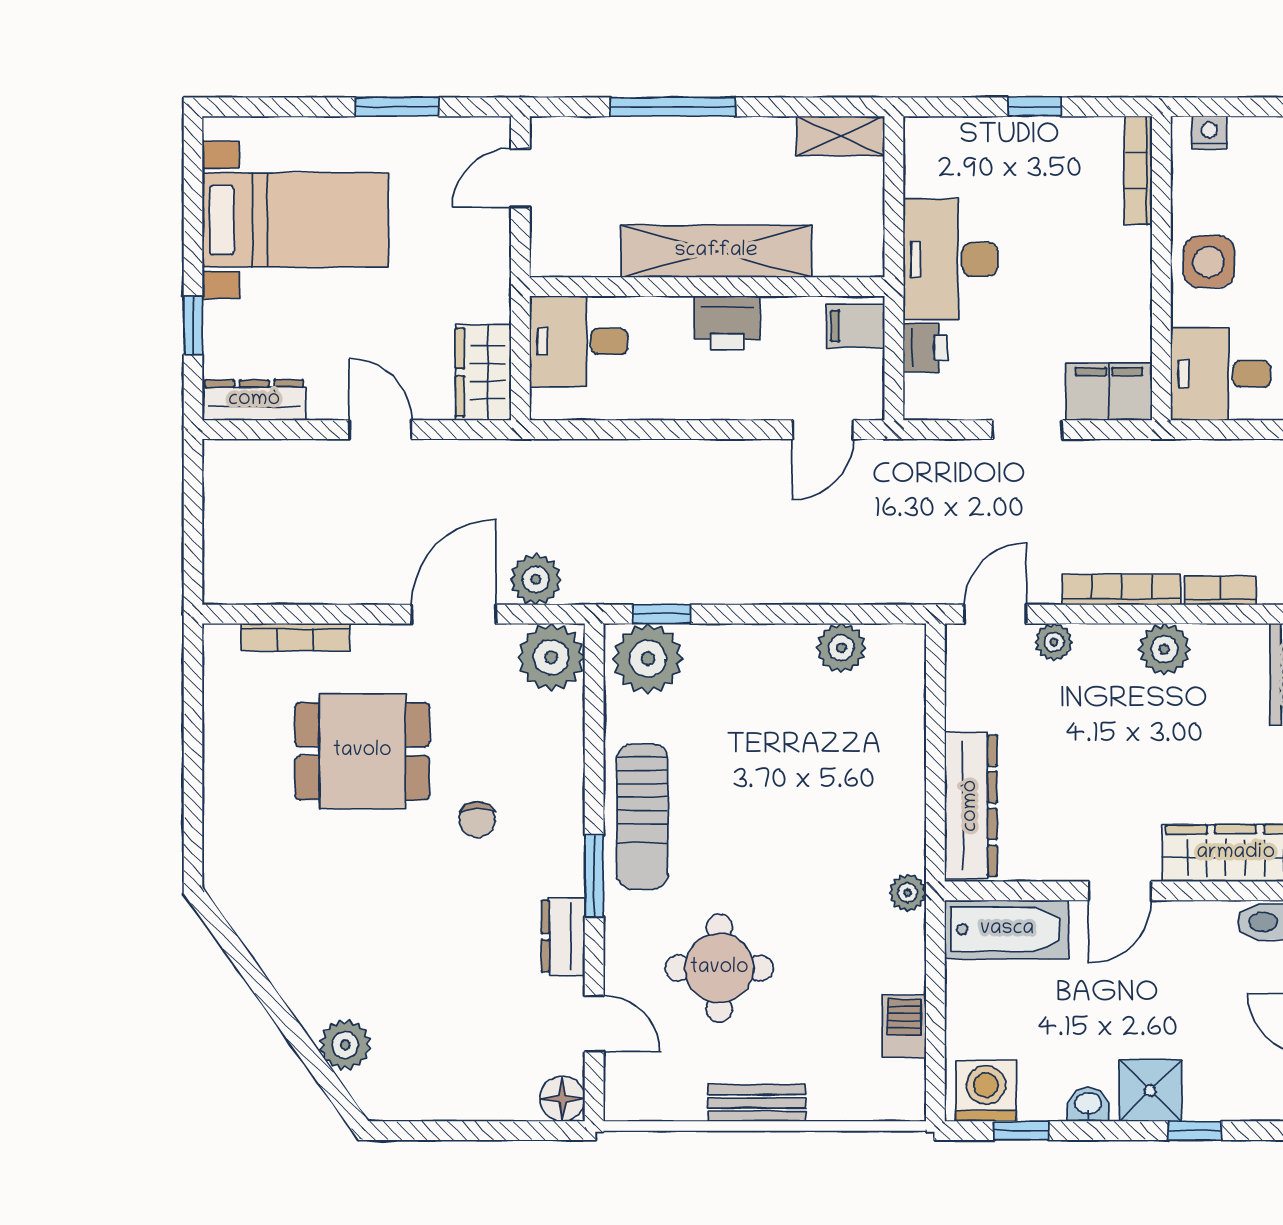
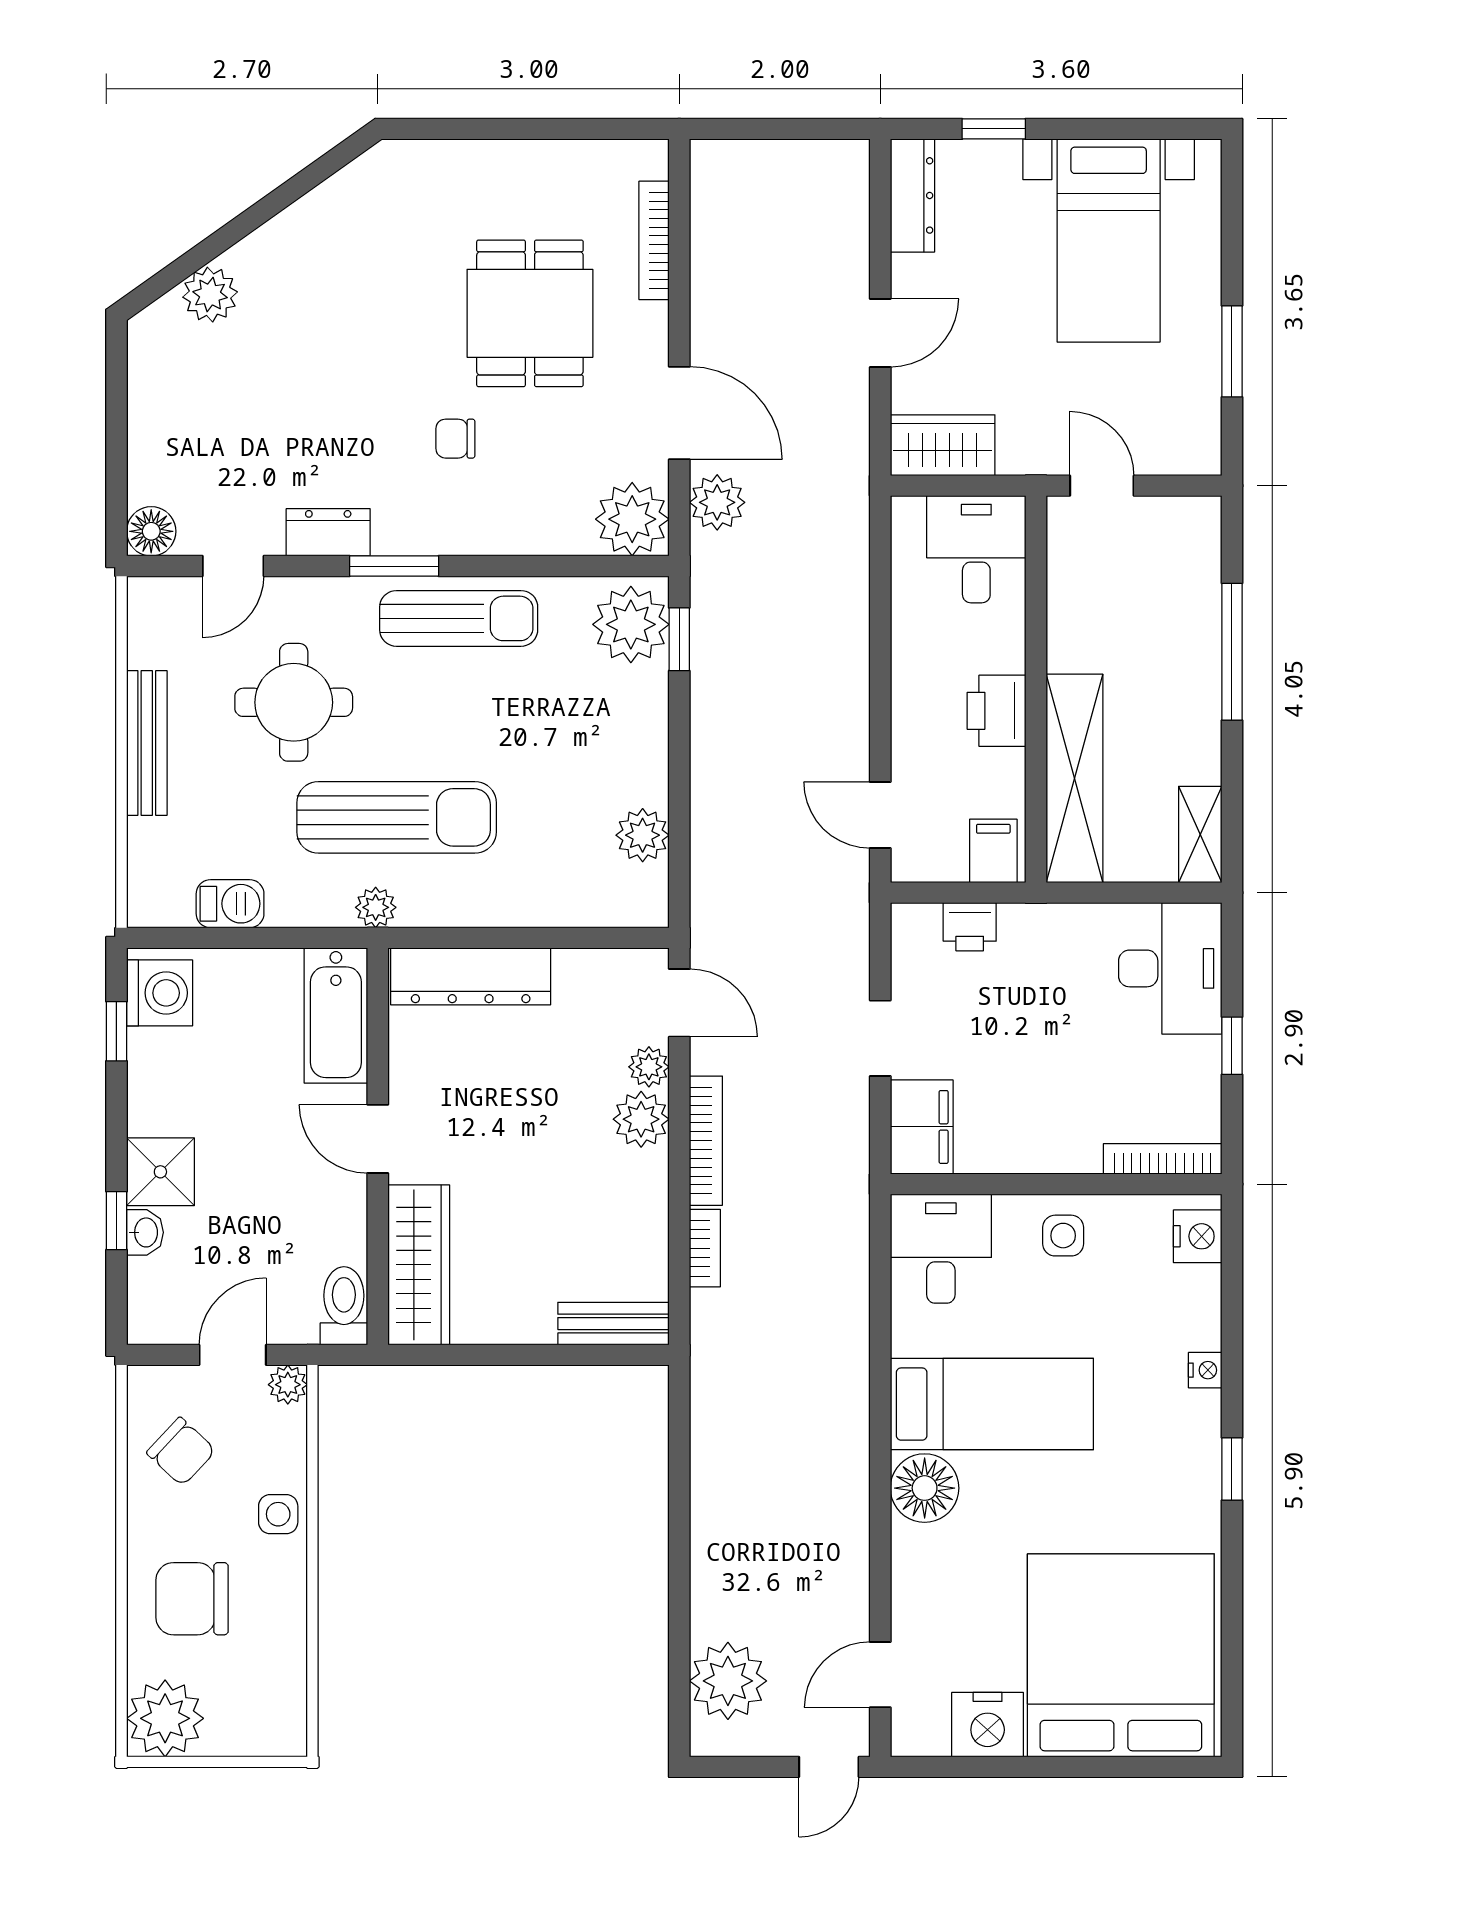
nightstand: (1209, 133) -> (1198, 1236), width x1.39, depth x1.35
door: (520, 178) -> (1102, 486), moved
shelving: (716, 251) -> (1074, 778), moved
desk: (951, 259) -> (1170, 968), moved, turned 90
side table: (1209, 262) -> (1063, 1236), width x0.73, depth x0.73
plant: (1164, 649) -> (641, 1119), moved
sun lounger: (642, 817) -> (459, 618), turned 180
sun lounger: (825, 874) -> (397, 817), added
bench: (757, 1103) -> (147, 743), width x1.36
washbasin: (1088, 1105) -> (145, 1232), moved

